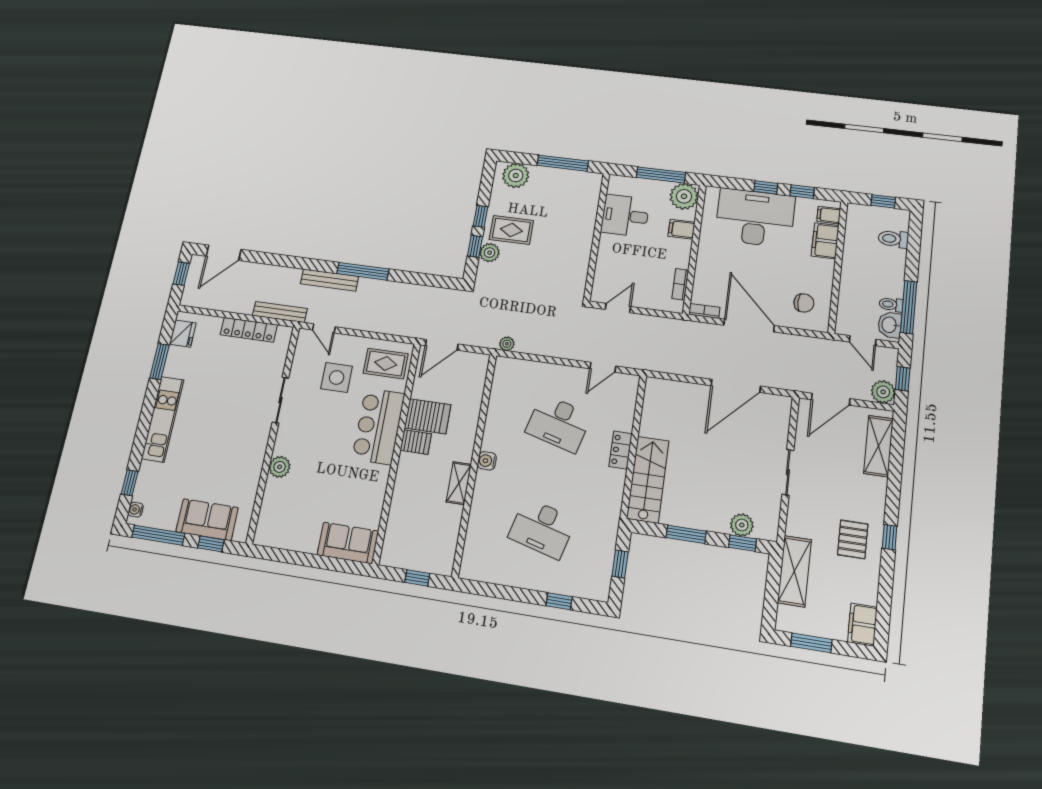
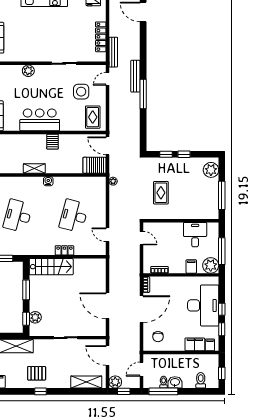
rug: (511, 230) -> (161, 193), moved
plant: (490, 253) -> (164, 163), removed
washbasin: (890, 325) -> (175, 382), moved
server rack: (428, 416) -> (94, 165), moved, turned 90
bar counter: (378, 426) -> (40, 120), moved

